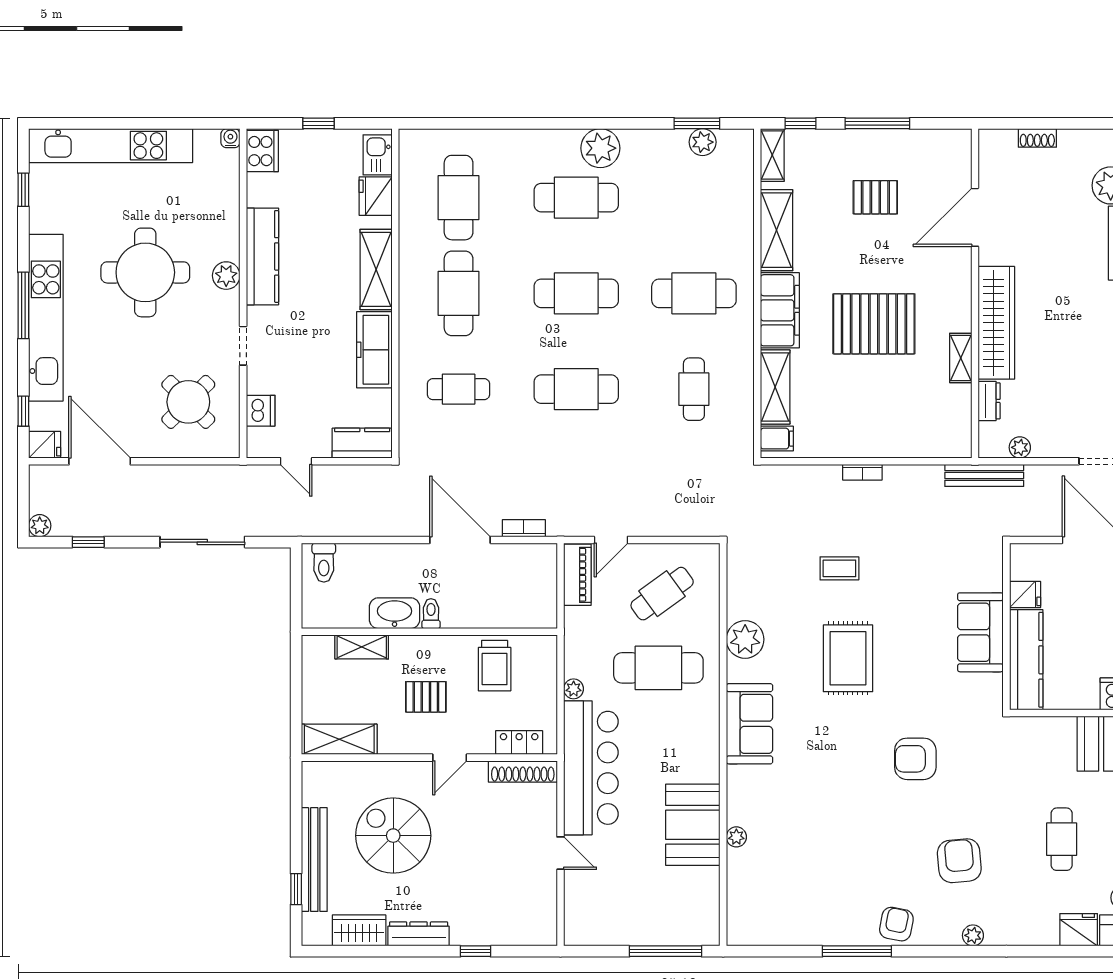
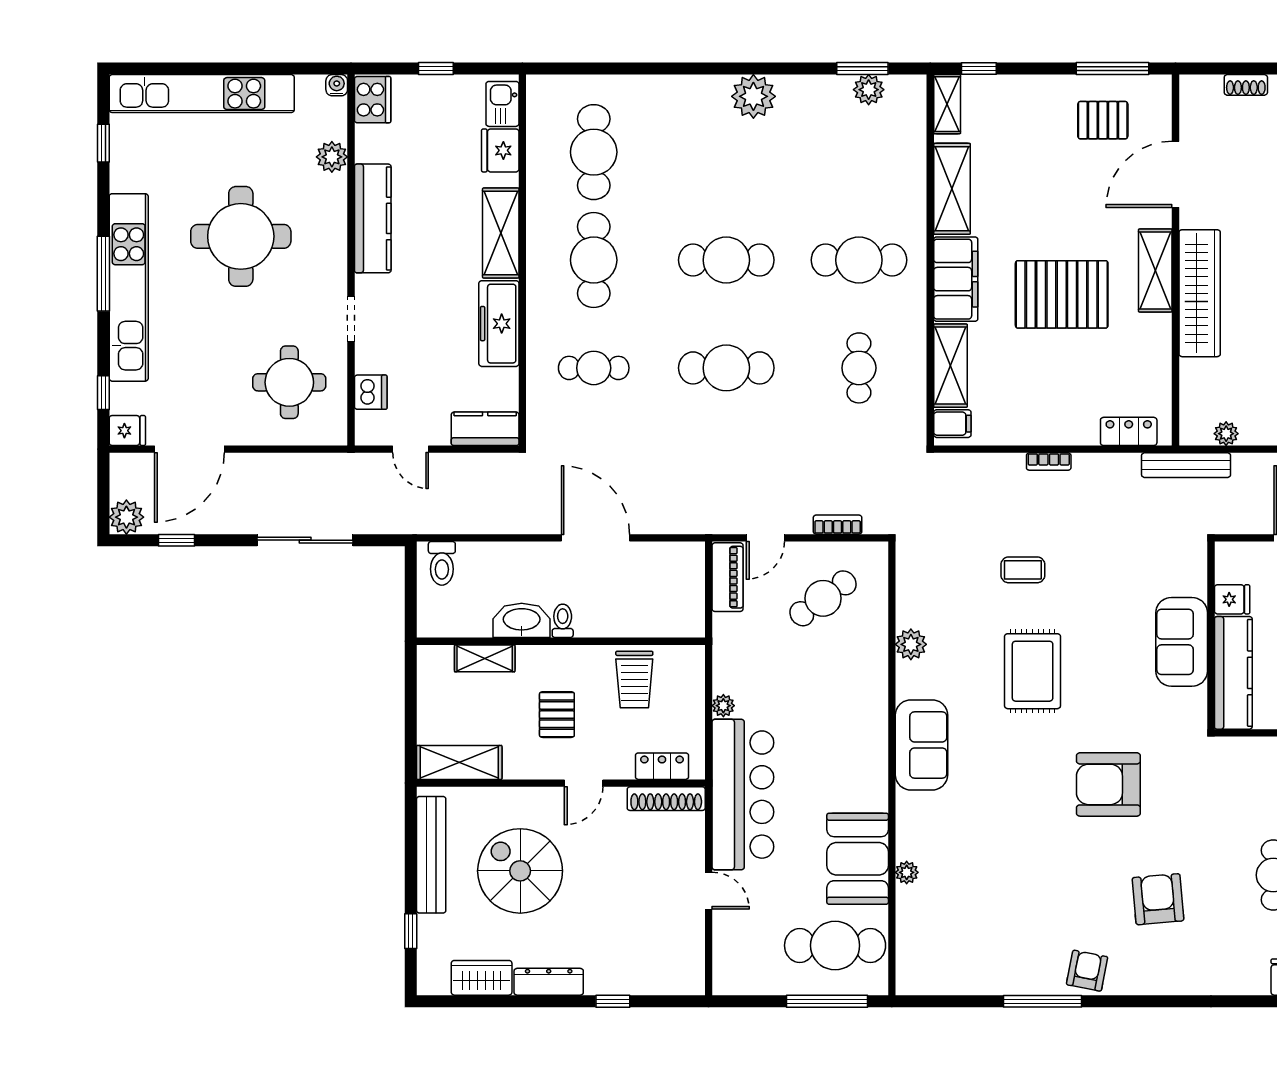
window: (877, 123) -> (1112, 69), moved
pallet: (875, 197) -> (1103, 120), moved
cafe table: (576, 198) -> (726, 152), removed
plant: (226, 276) -> (332, 157), moved
shelving: (961, 358) -> (1155, 270), moved, width x1.50, depth x1.33
dresser: (989, 401) -> (1191, 381), removed
round table: (188, 402) -> (289, 382), turned 45
locker: (933, 445) -> (1129, 431), added
door: (100, 461) -> (189, 449), swing flipped
plant: (40, 526) -> (126, 517), width x1.38, depth x1.38
bookcase: (524, 528) -> (838, 525), moved
plant: (745, 639) -> (911, 644), width x0.73, depth x0.73
cafe table: (658, 668) -> (835, 945), moved
pallet: (426, 697) -> (557, 715), turned 90
armchair: (915, 759) -> (1108, 784), width x1.36, depth x1.36
bench: (314, 860) -> (431, 855), moved
plant: (973, 935) -> (1173, 983), removed

